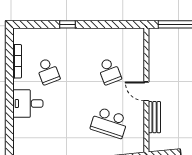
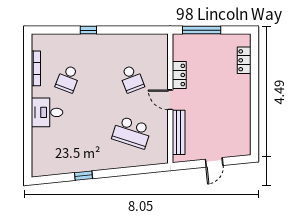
locker: (155, 68) -> (179, 75), added
school desk: (48, 71) -> (68, 79), turned 42
bench: (154, 117) -> (179, 132), width x1.36

